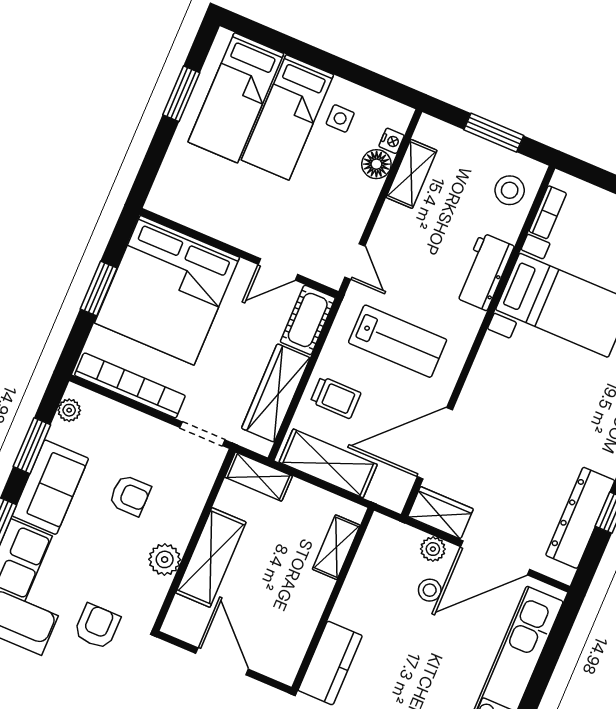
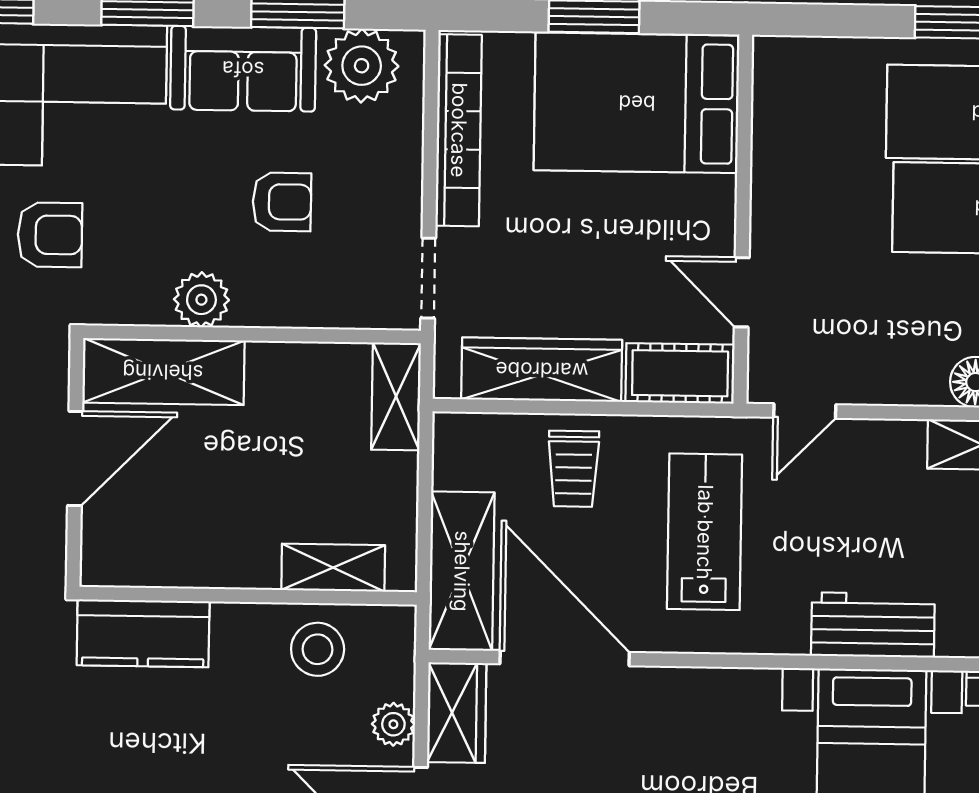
bed: (167, 290) -> (637, 103), width x0.73
lab bench: (398, 341) -> (705, 532), turned 180
plant: (69, 410) -> (362, 66), width x1.88, depth x1.88
shelving: (328, 463) -> (462, 571), moved
armchair: (130, 495) -> (282, 202), turned -90
shelving: (211, 557) -> (163, 372), moved
stool: (430, 590) -> (318, 649), moved, width x1.37, depth x1.37

